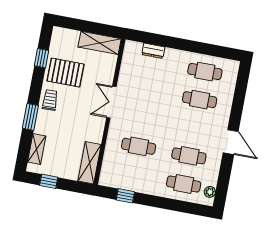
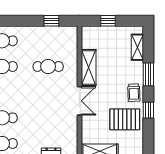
window: (41, 58) -> (148, 110), moved
shelving: (90, 163) -> (89, 68), moved
window: (49, 181) -> (108, 21), moved

